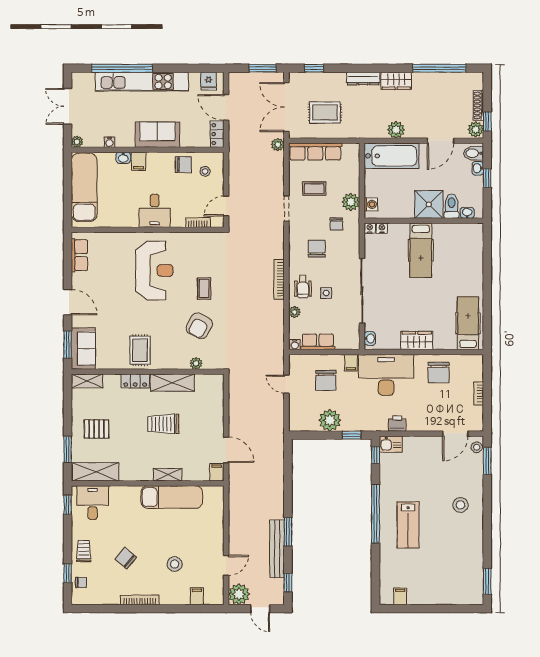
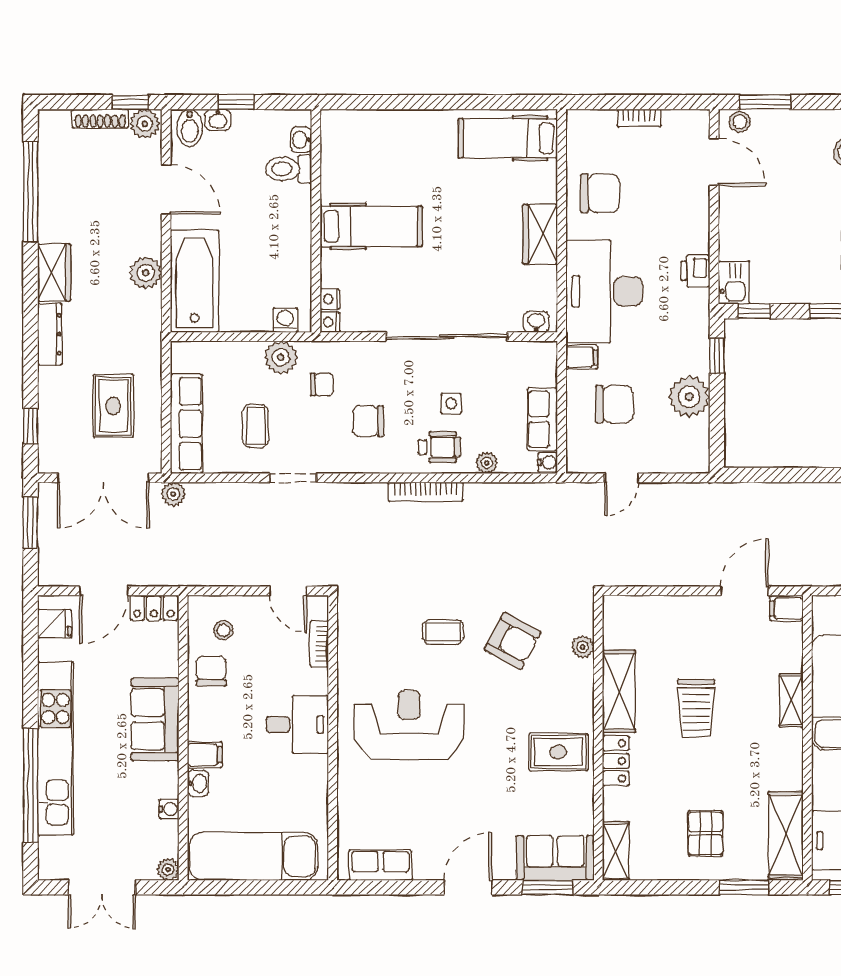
shower: (429, 204) -> (285, 211), removed

